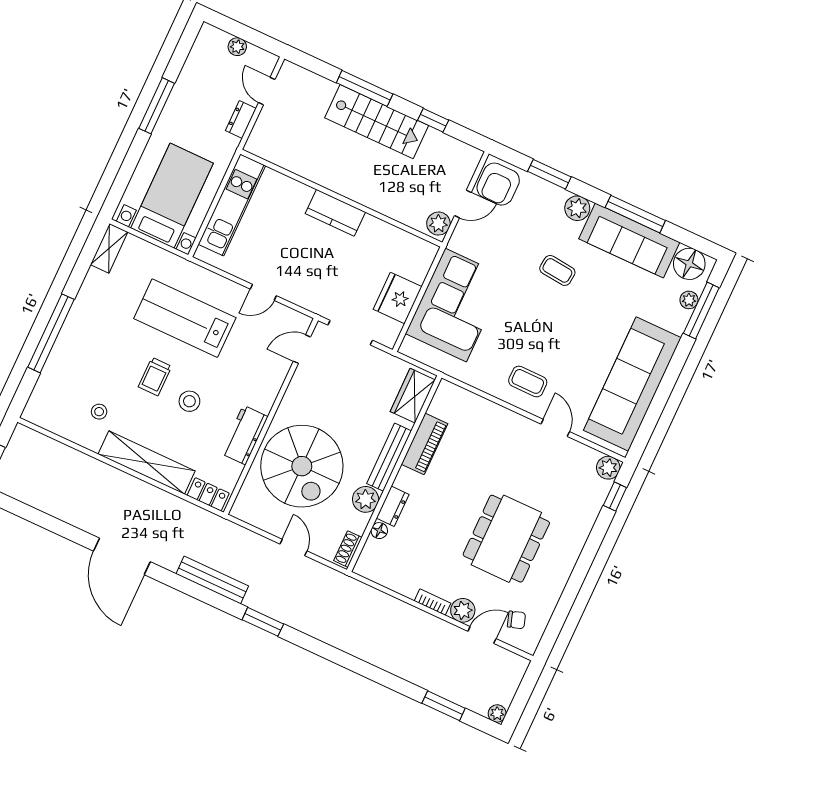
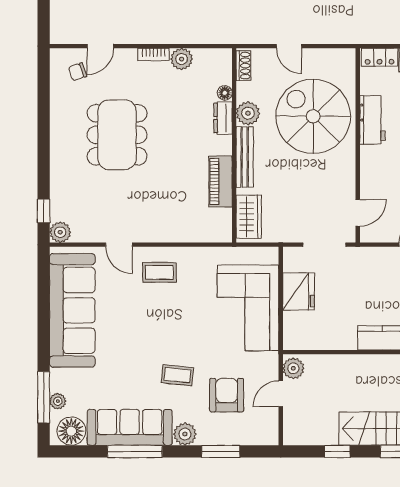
armchair: (498, 184) -> (227, 395), moved
plant: (463, 610) -> (182, 59), moved

